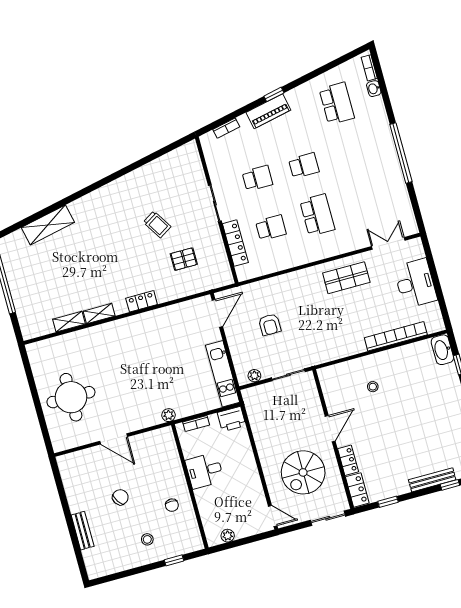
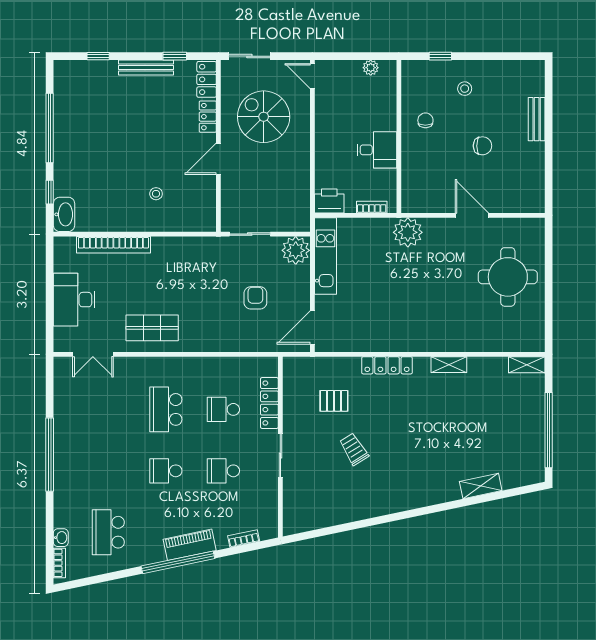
window: (274, 94) -> (178, 562), width x3.17
shelving: (48, 225) -> (481, 486), width x0.67, depth x0.75
locker: (142, 301) -> (387, 365), width x1.53
shelving: (69, 322) -> (527, 365), moved
plant: (254, 376) -> (296, 250), width x1.87, depth x1.87
plant: (168, 415) -> (408, 232), width x1.88, depth x1.88
spiral stairs: (303, 472) -> (264, 117), turned -90
bench: (432, 480) -> (146, 67), moved
chair: (120, 497) -> (482, 146), turned -147

